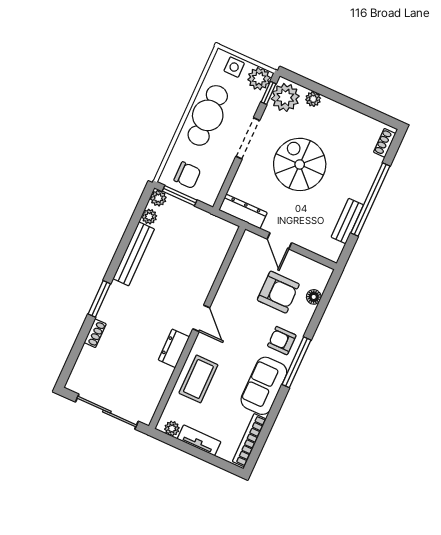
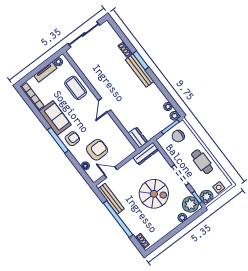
cafe table: (208, 115) -> (202, 162), width x0.73, depth x0.74
bench: (347, 221) -> (111, 199), width x1.36
door: (279, 241) -> (111, 172), moved
bench: (134, 254) -> (140, 70), moved
armchair: (278, 292) -> (97, 150), turned 180
door: (201, 318) -> (104, 105), hinge flipped
dresser: (174, 348) -> (138, 137), moved

